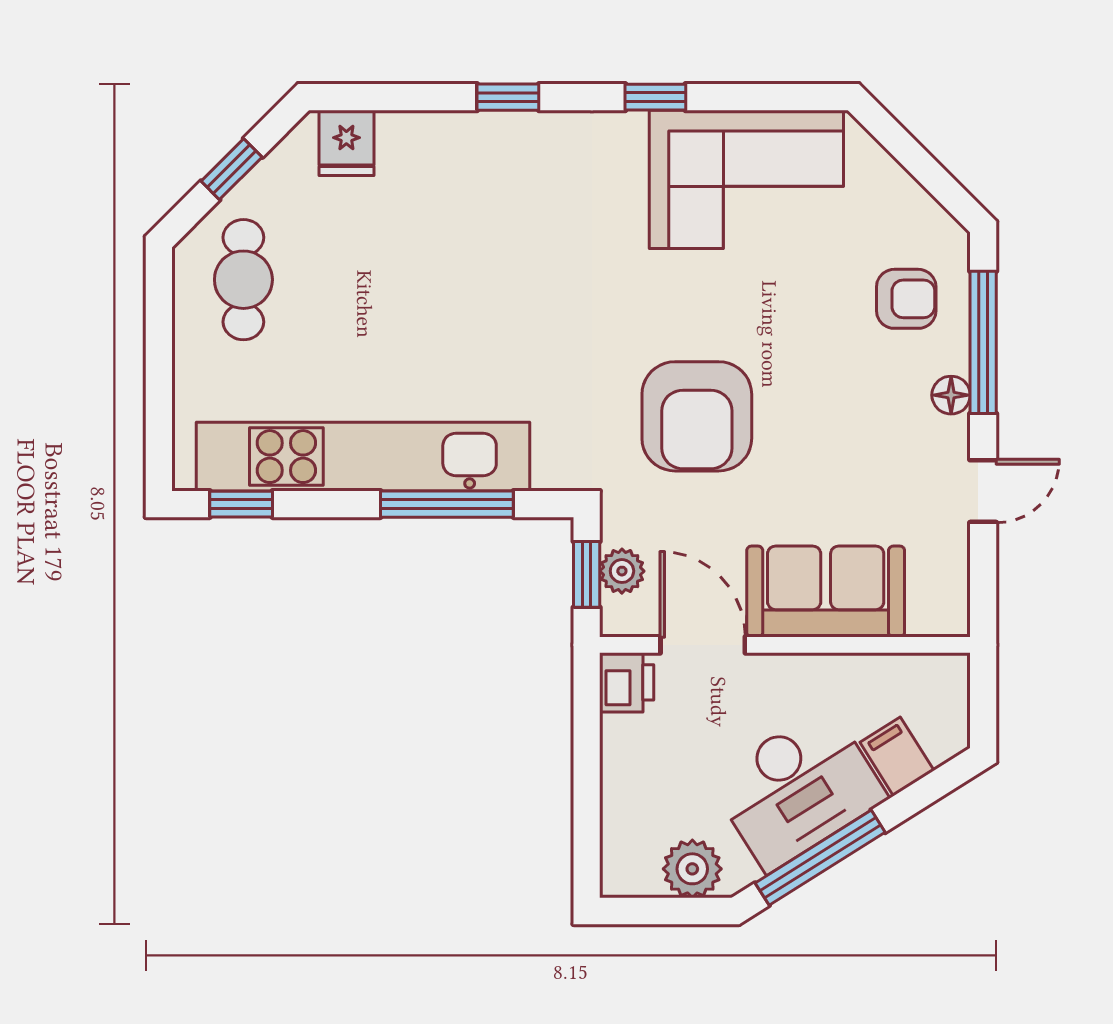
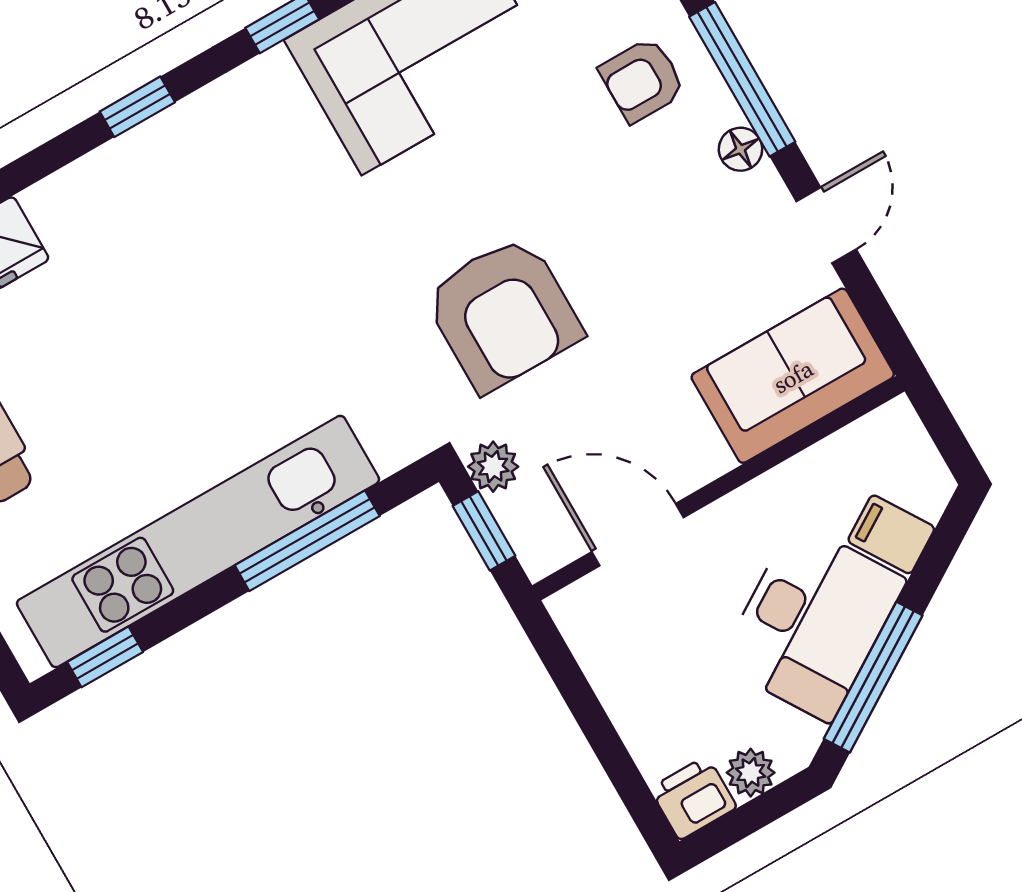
armchair: (906, 299) -> (642, 80), turned 180
plant: (622, 571) -> (493, 467), moved
sofa: (826, 592) -> (793, 376), moved
printer: (627, 682) -> (693, 798), moved, turned -90
plant: (692, 869) -> (751, 773), width x0.73, depth x0.73

